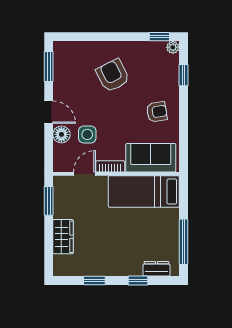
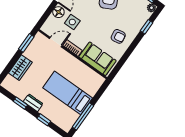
bed: (144, 192) -> (68, 93), moved
dresser: (157, 269) -> (33, 103), moved

